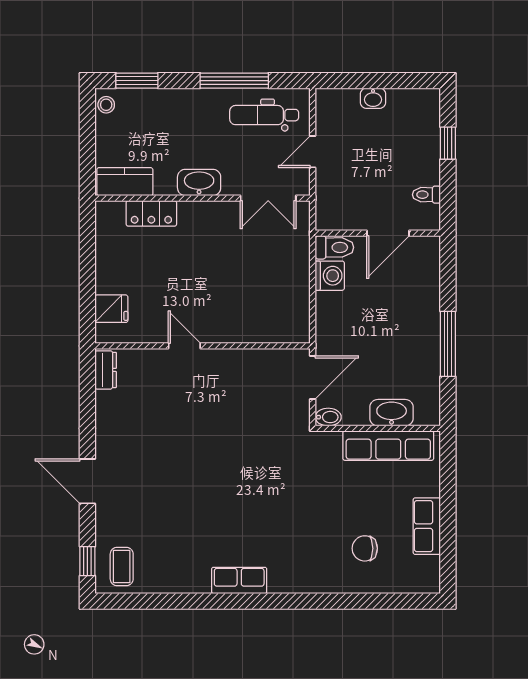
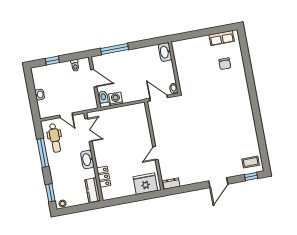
fridge: (111, 309) -> (145, 184), width x1.88, depth x1.34
window: (448, 344) -> (115, 49), moved
washbasin: (392, 413) -> (165, 52), moved
row of seats: (388, 446) -> (181, 62), removed
row of seats: (427, 526) -> (222, 38), moved
row of seats: (239, 580) -> (247, 113), removed

